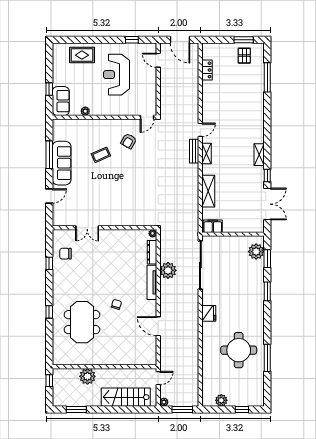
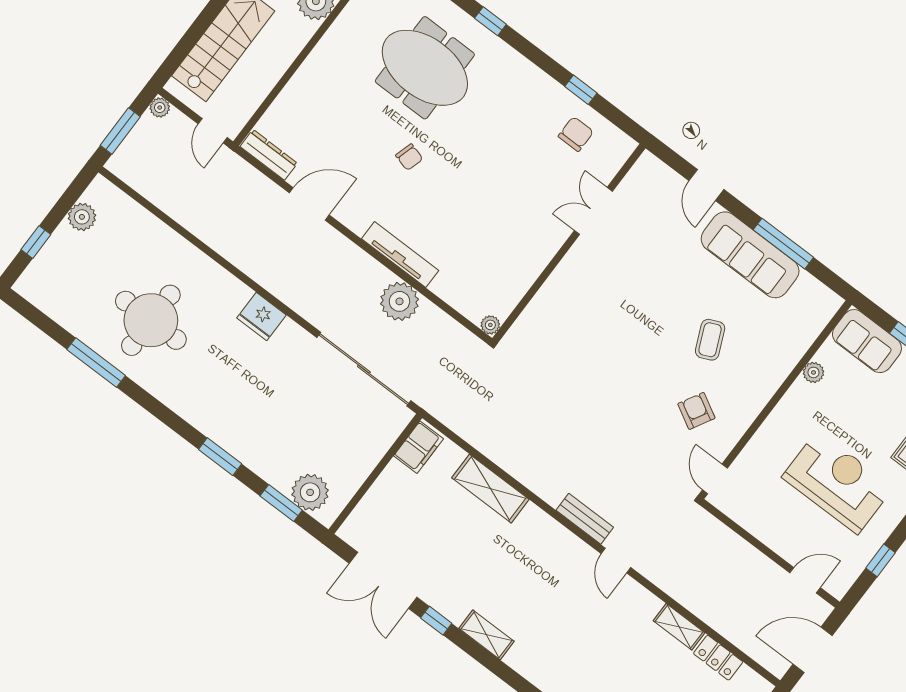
shelving: (207, 154) -> (679, 627), moved
dresser: (152, 252) -> (269, 155), moved

